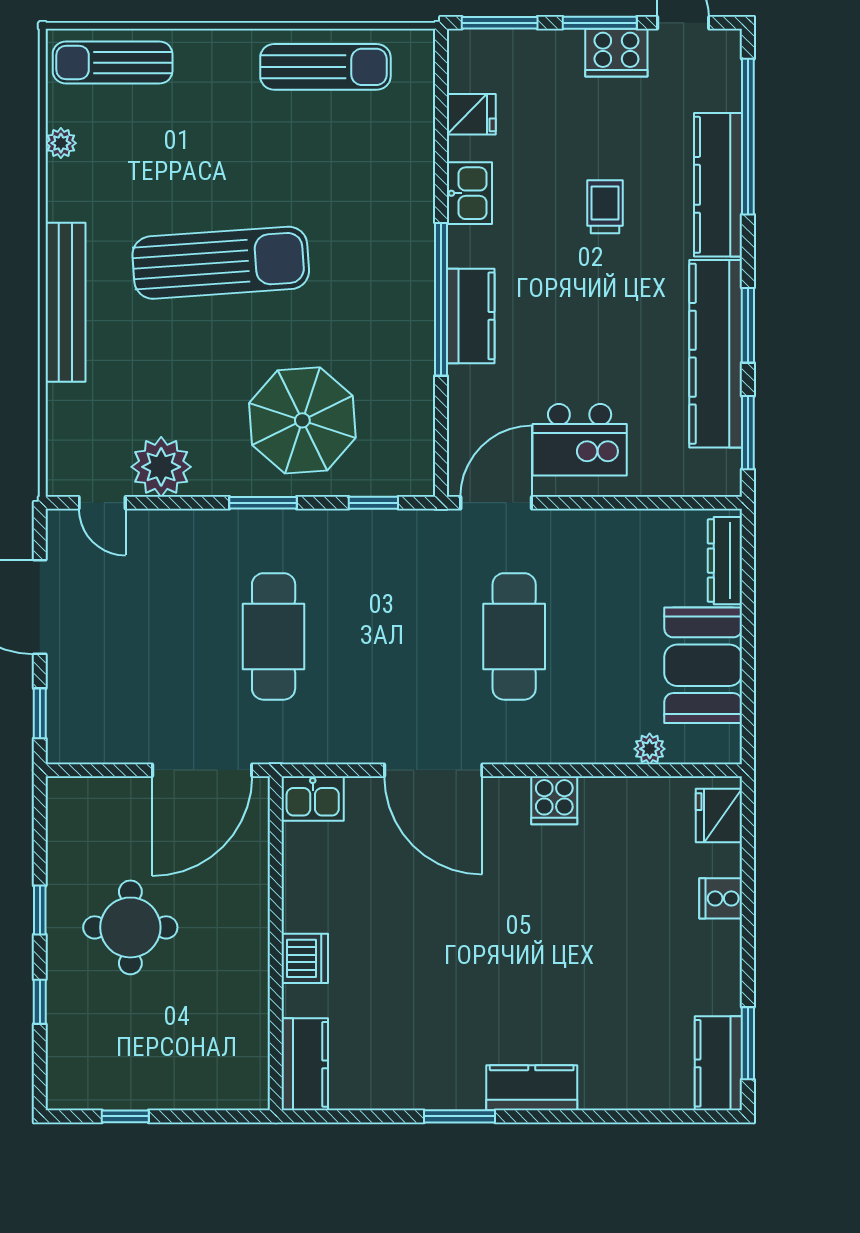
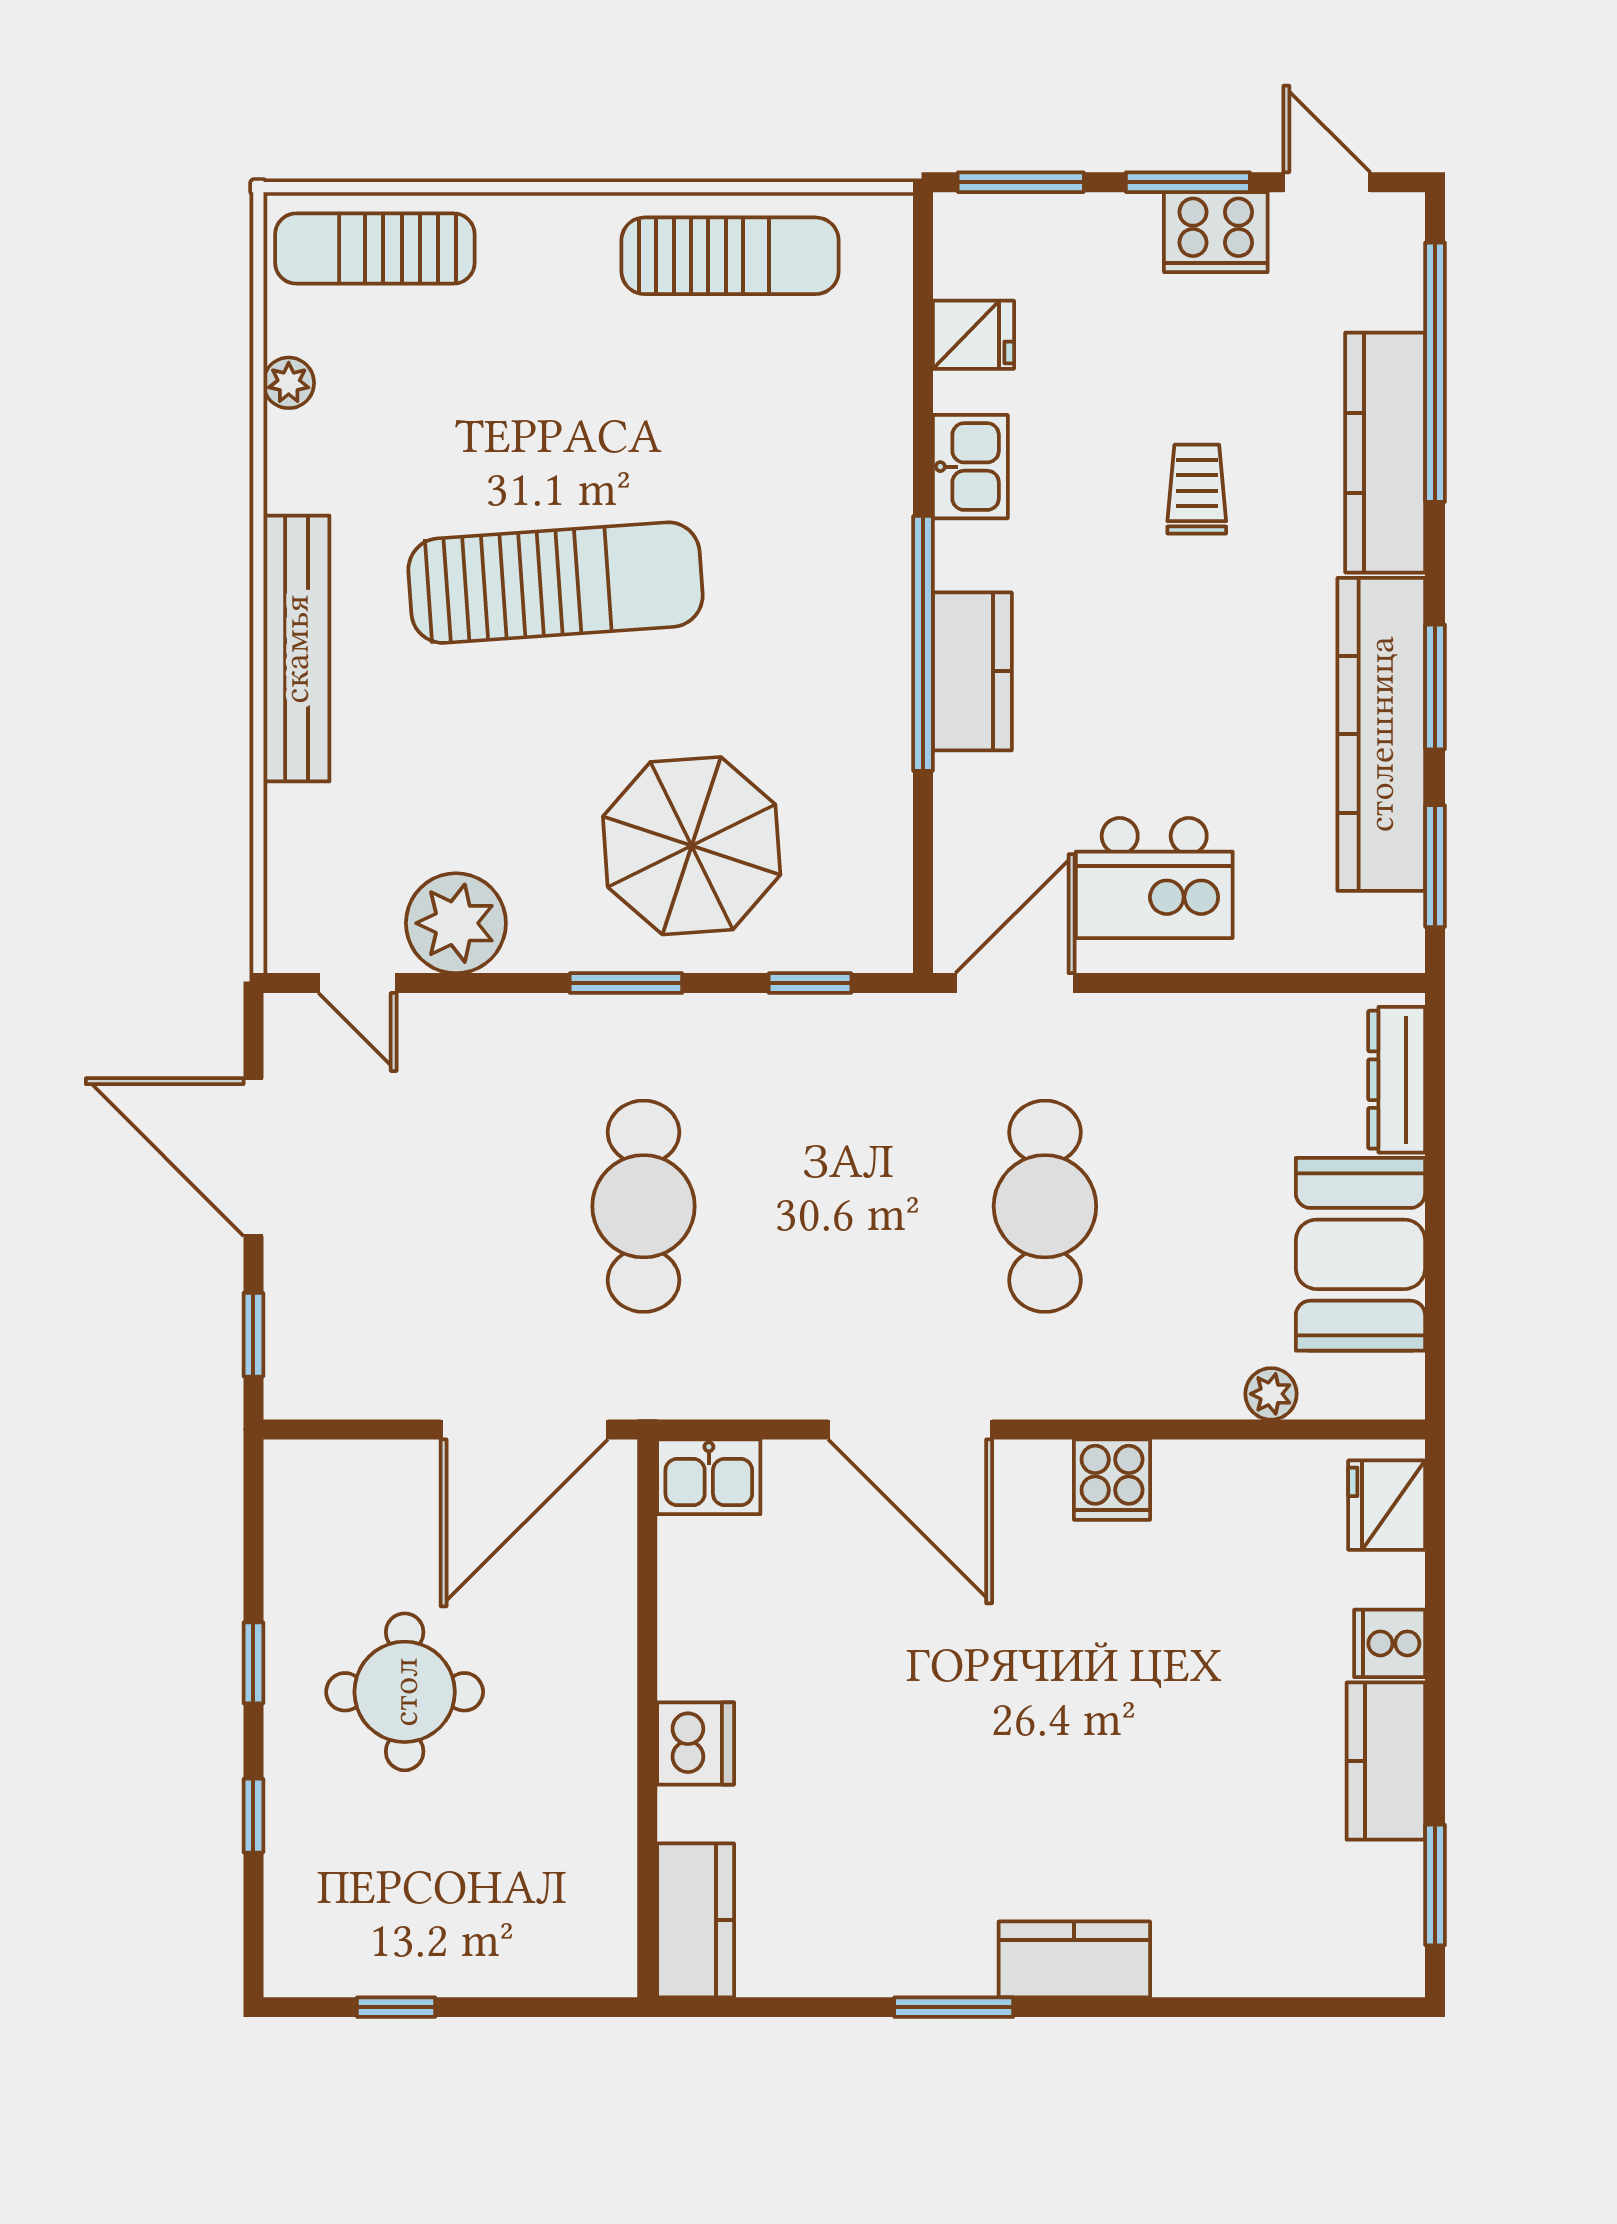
kitchen counter: (718, 1063) -> (1386, 1761), moved

